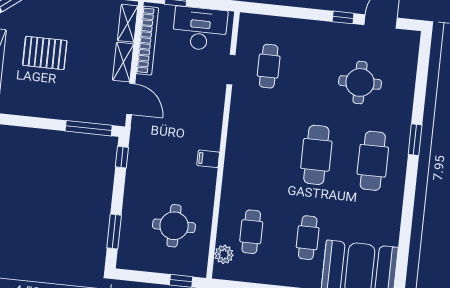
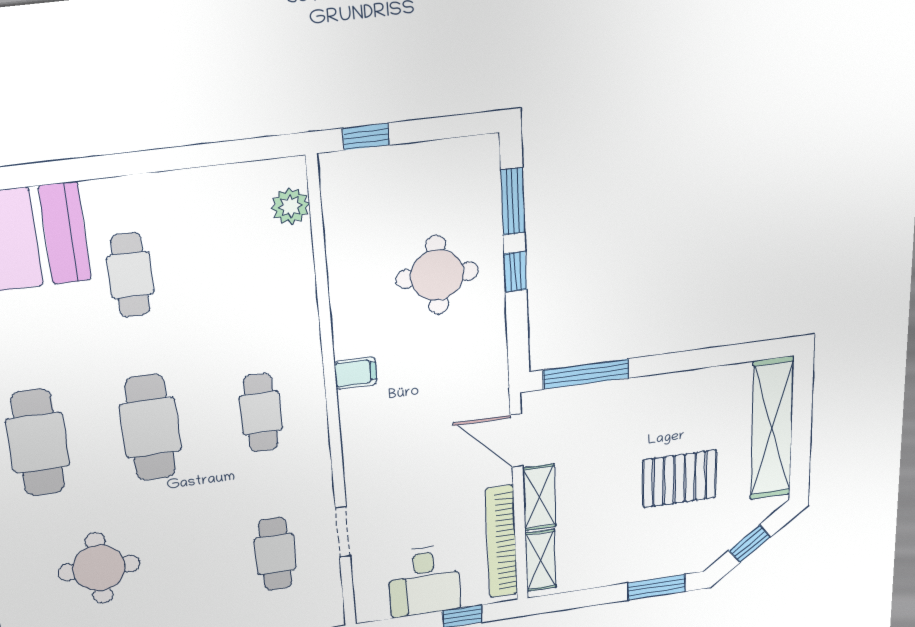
desk: (200, 29) -> (424, 581), width x0.73
window: (122, 157) -> (515, 272), moved
round table: (174, 226) -> (437, 275), moved
cafe table: (251, 232) -> (261, 413), moved

